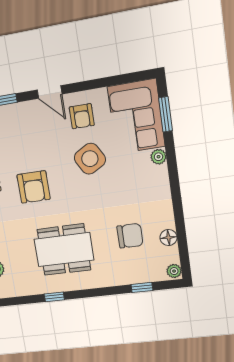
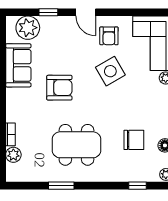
armchair: (34, 187) -> (59, 88), turned -90
window: (54, 297) -> (61, 186), width x1.50

